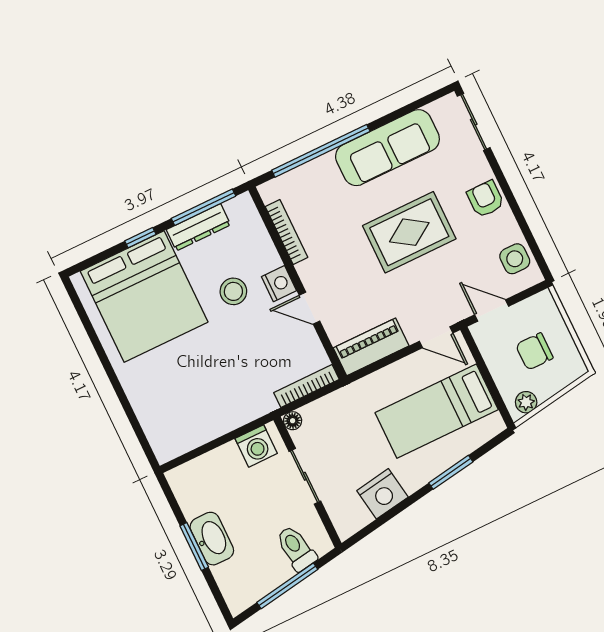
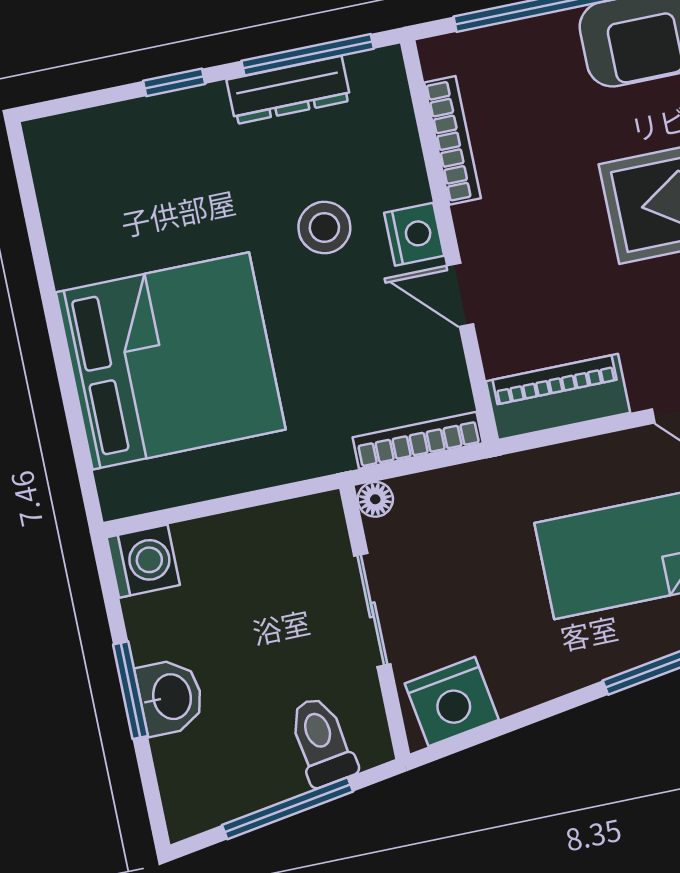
bed: (144, 297) -> (171, 361), moved, turned -90
washing machine: (256, 446) -> (143, 561), moved, turned -90
nightstand: (382, 494) -> (452, 702), moved
washbasin: (212, 539) -> (170, 697), width x0.72

